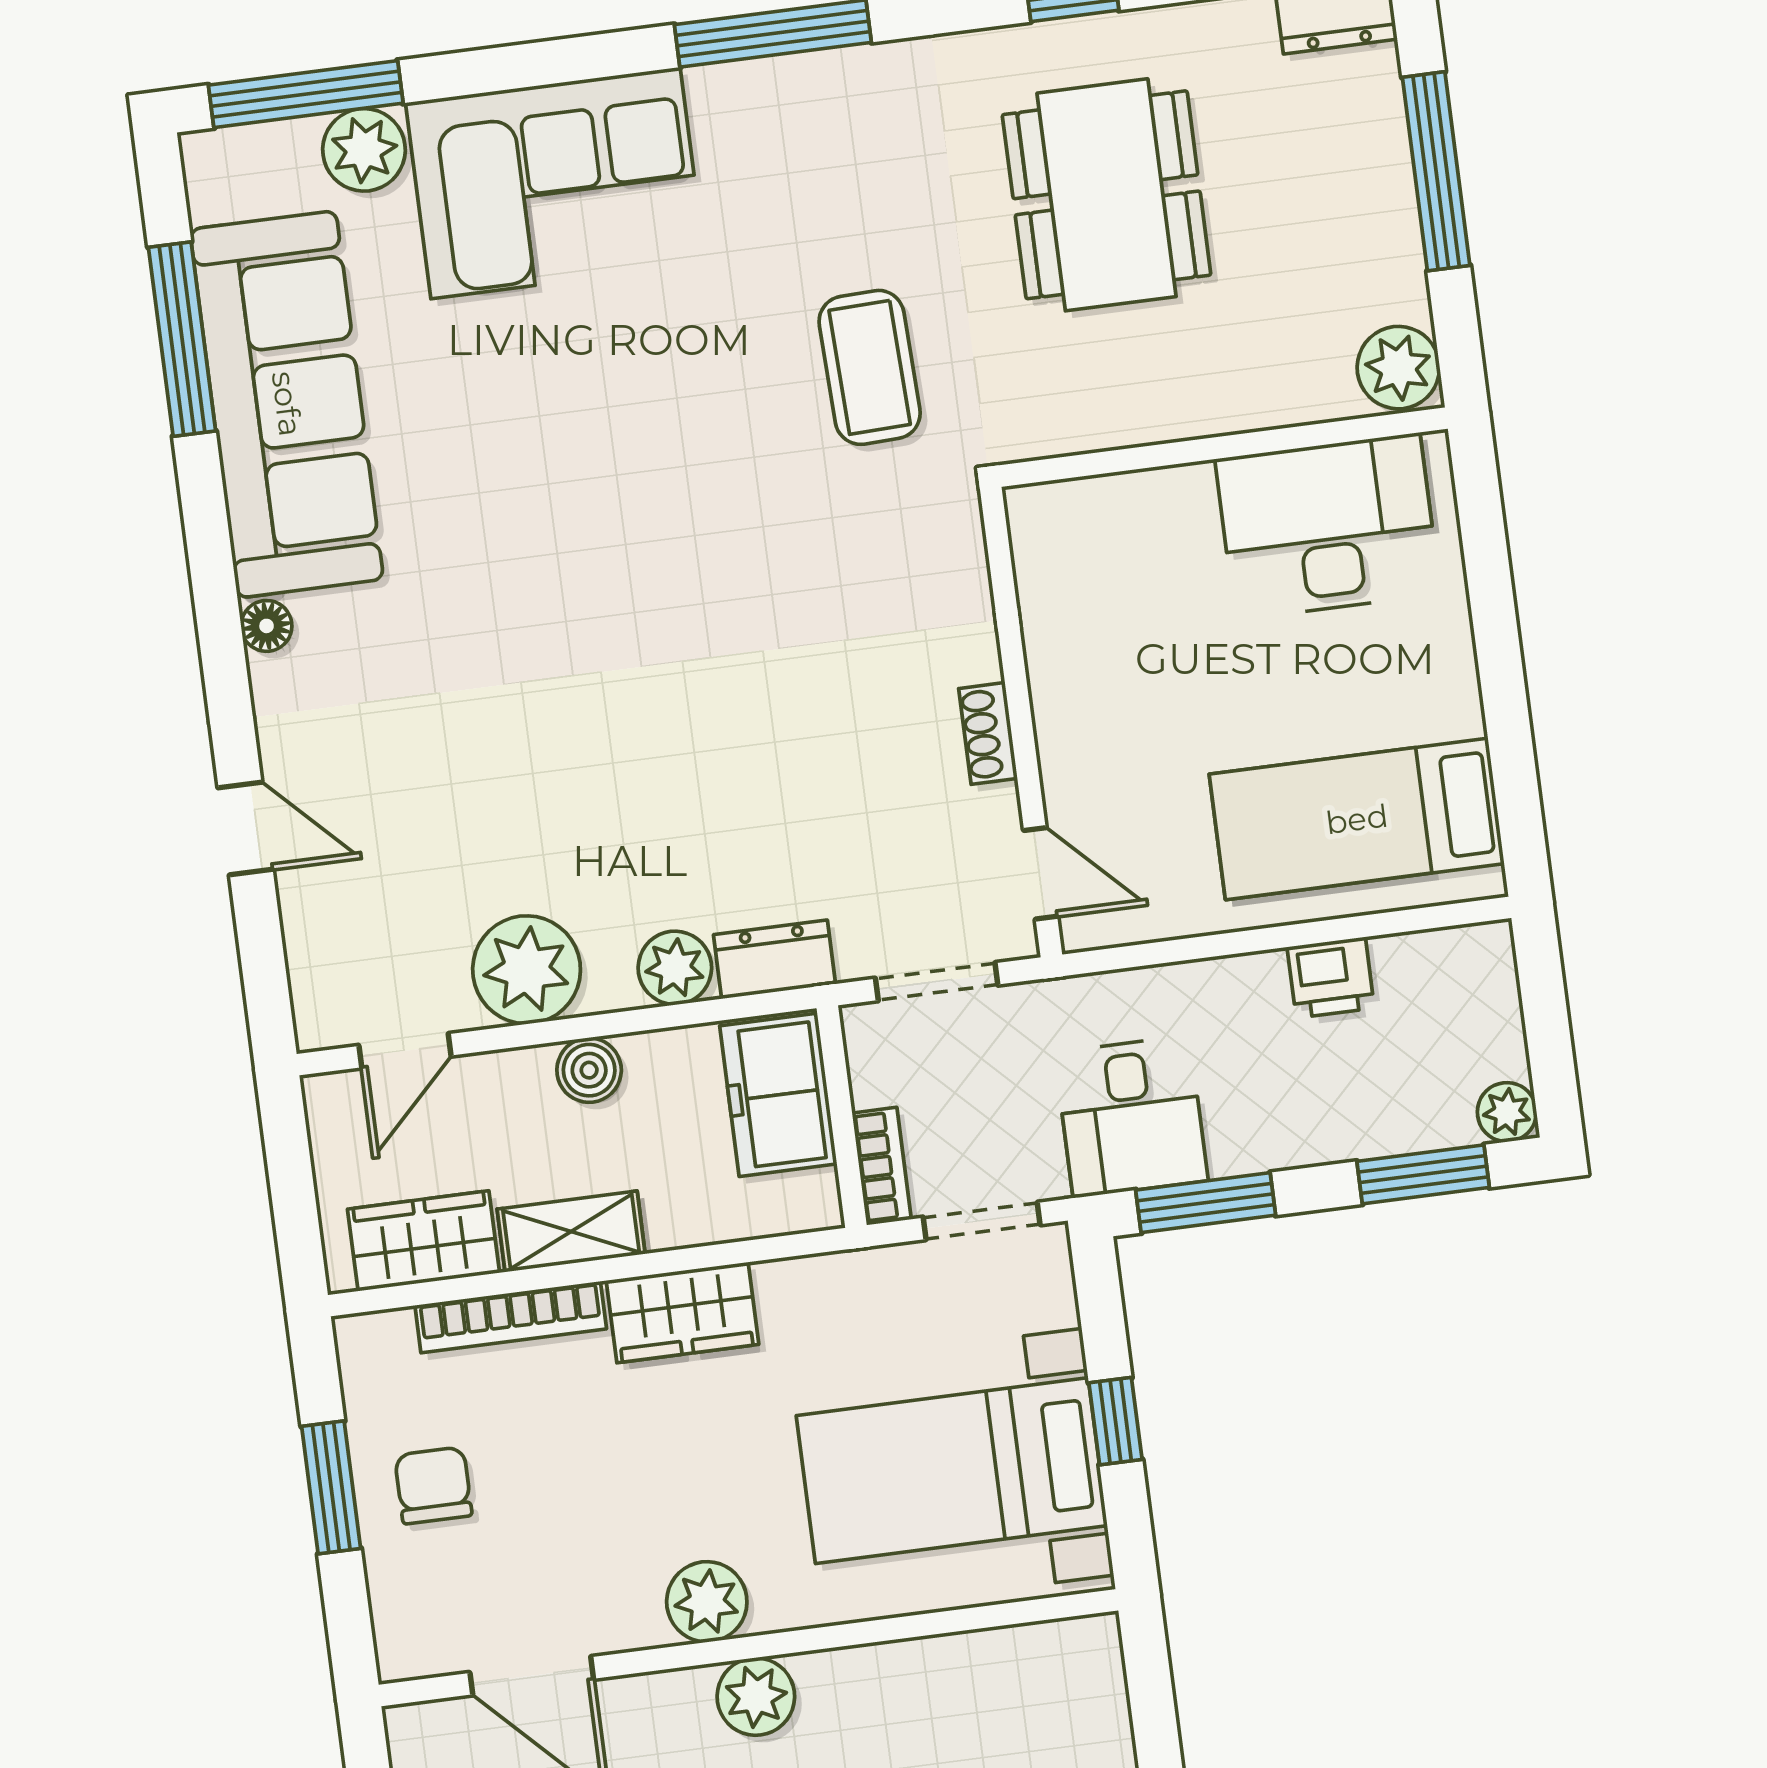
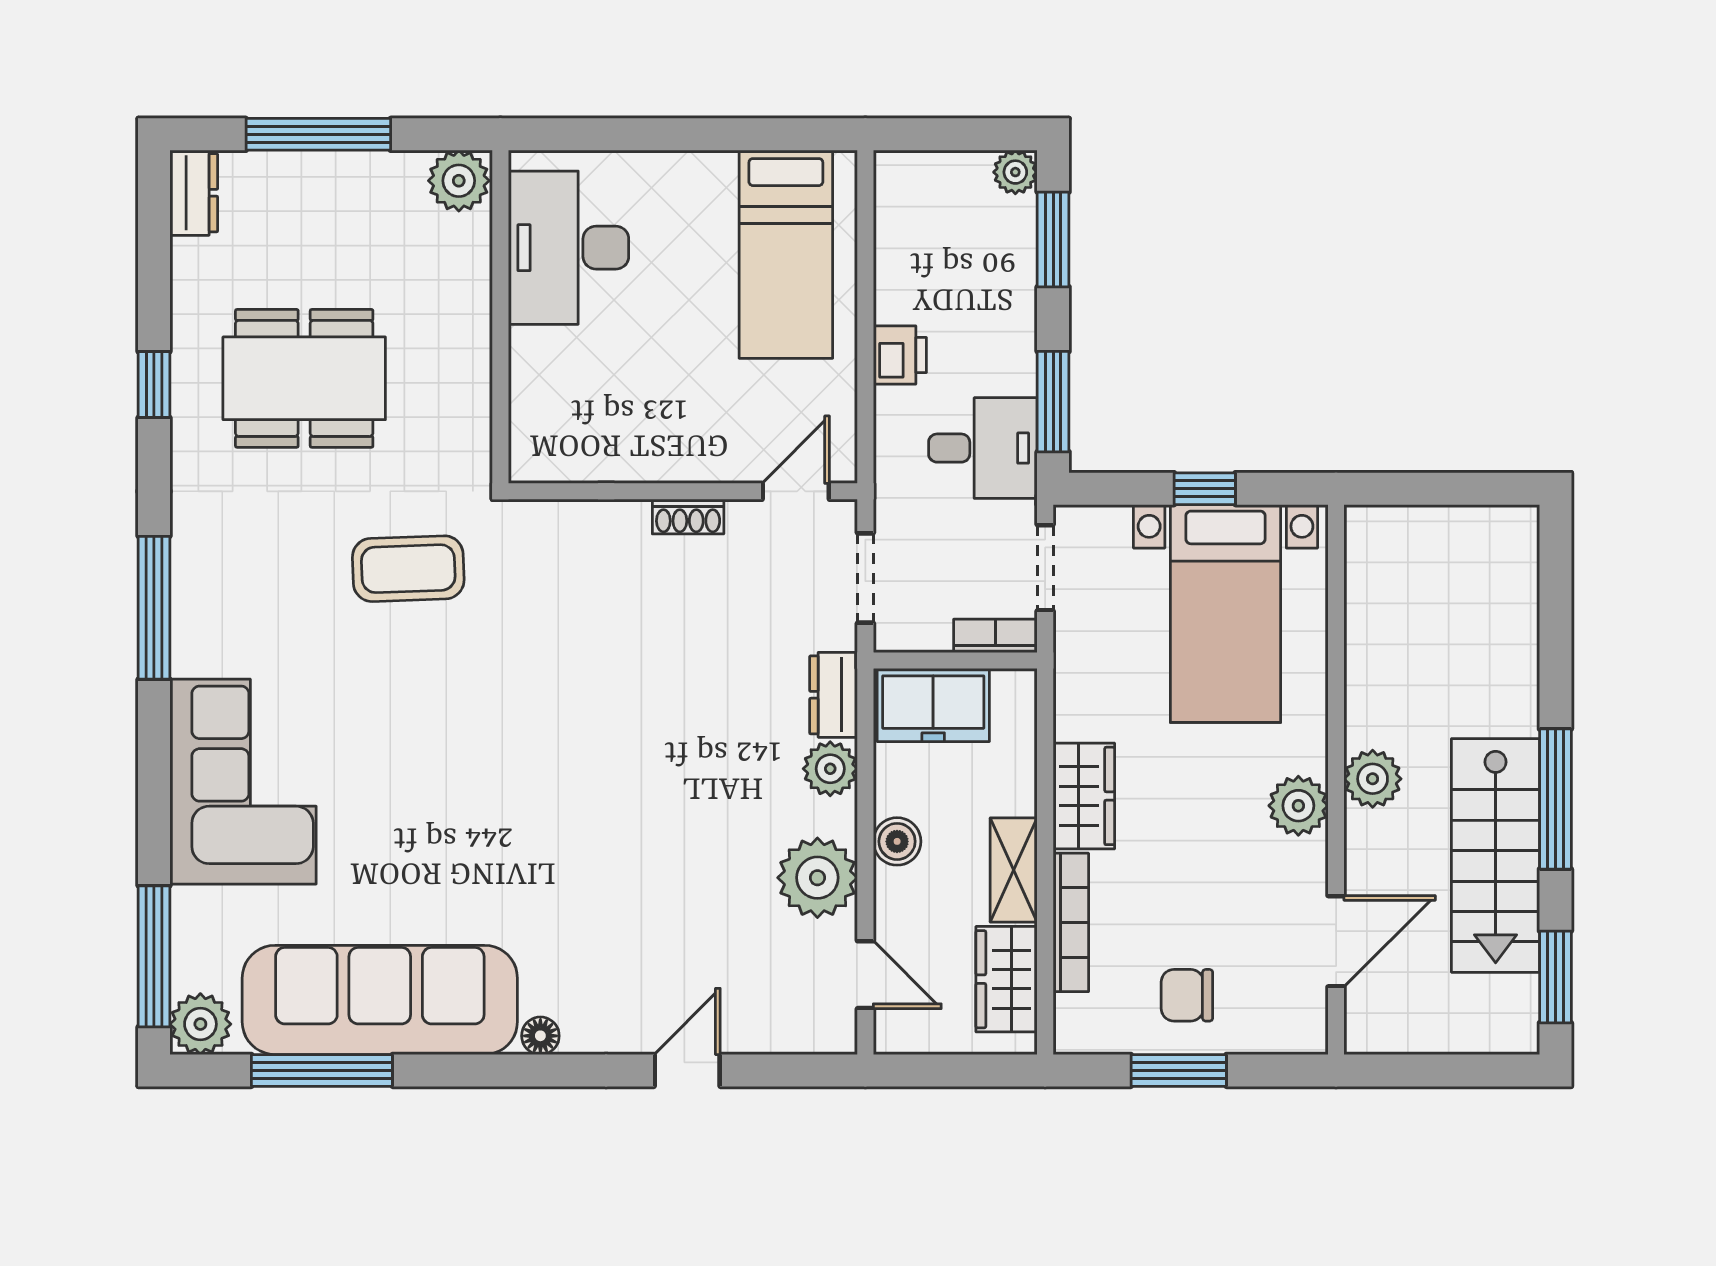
plant: (364, 150) -> (200, 1024), moved
printer: (1331, 978) -> (900, 355), moved

